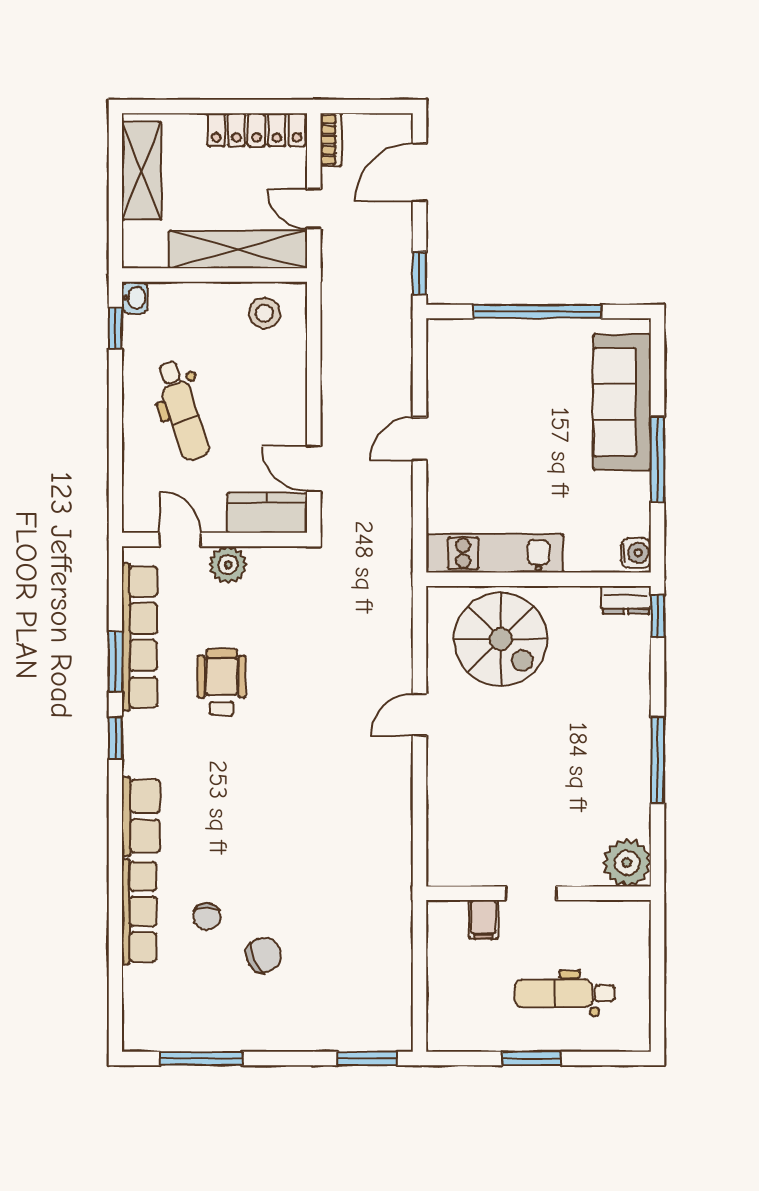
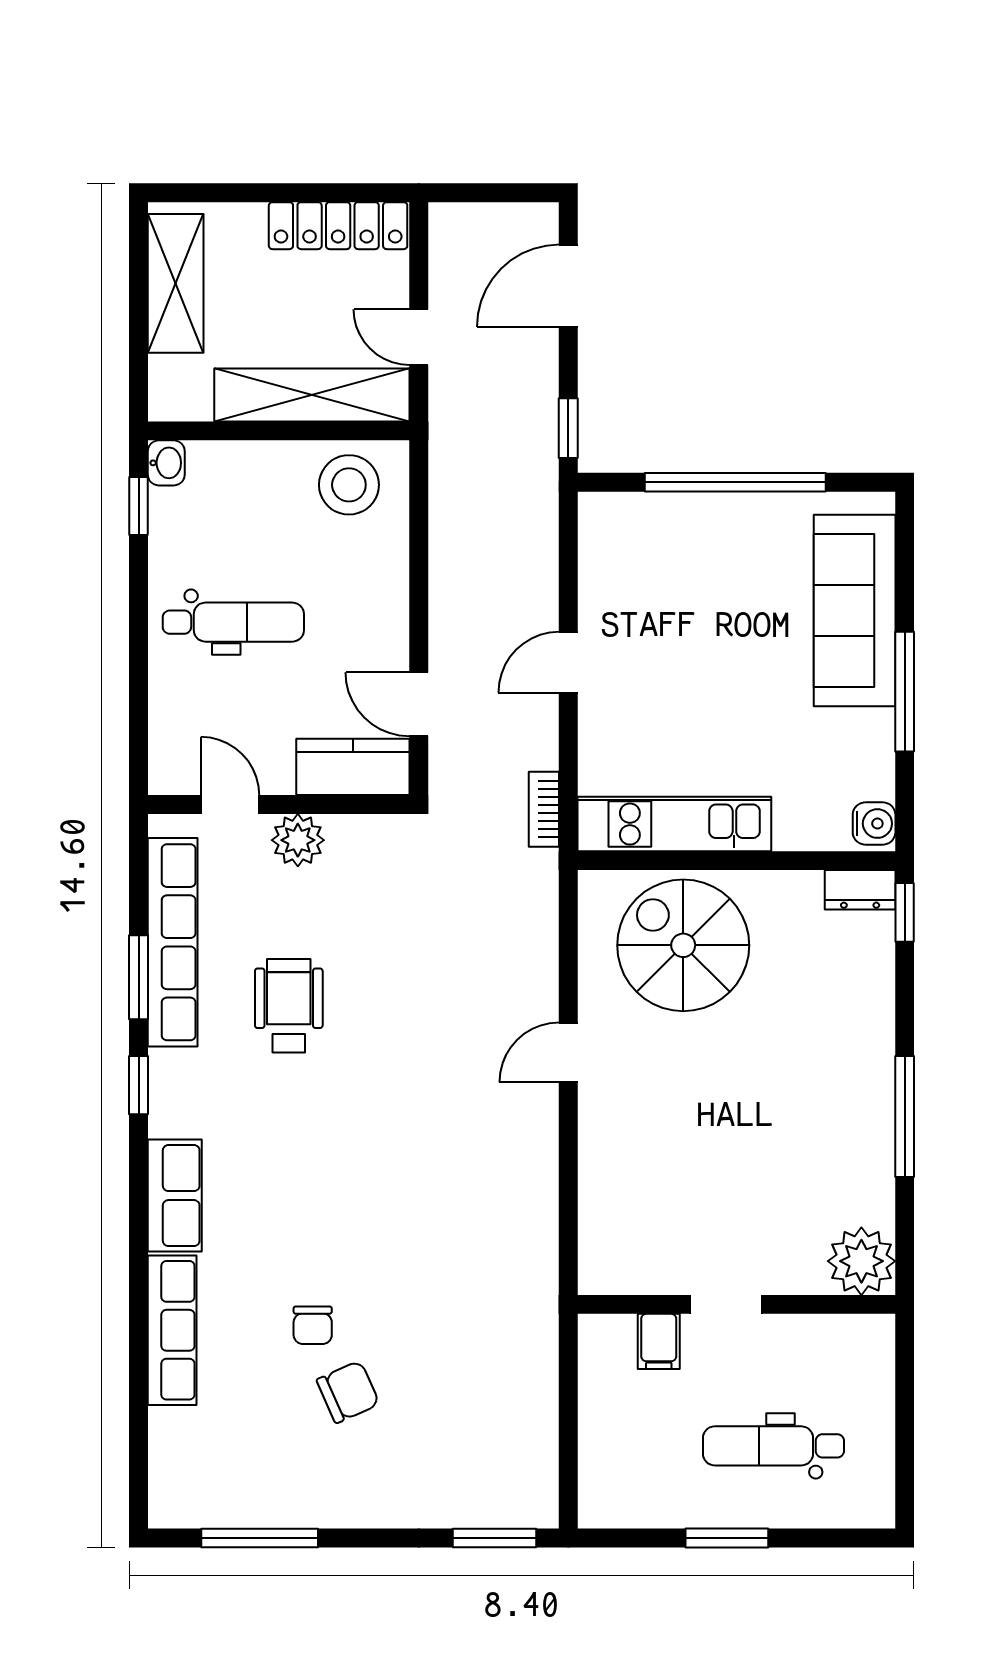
bookcase: (331, 140) -> (544, 809), moved, turned 180
stool: (264, 313) -> (349, 485), width x1.38, depth x1.38
dental chair: (182, 410) -> (233, 622), turned -72
spiral stairs: (501, 639) -> (683, 945), turned 180
chair: (207, 916) -> (313, 1325), moved

